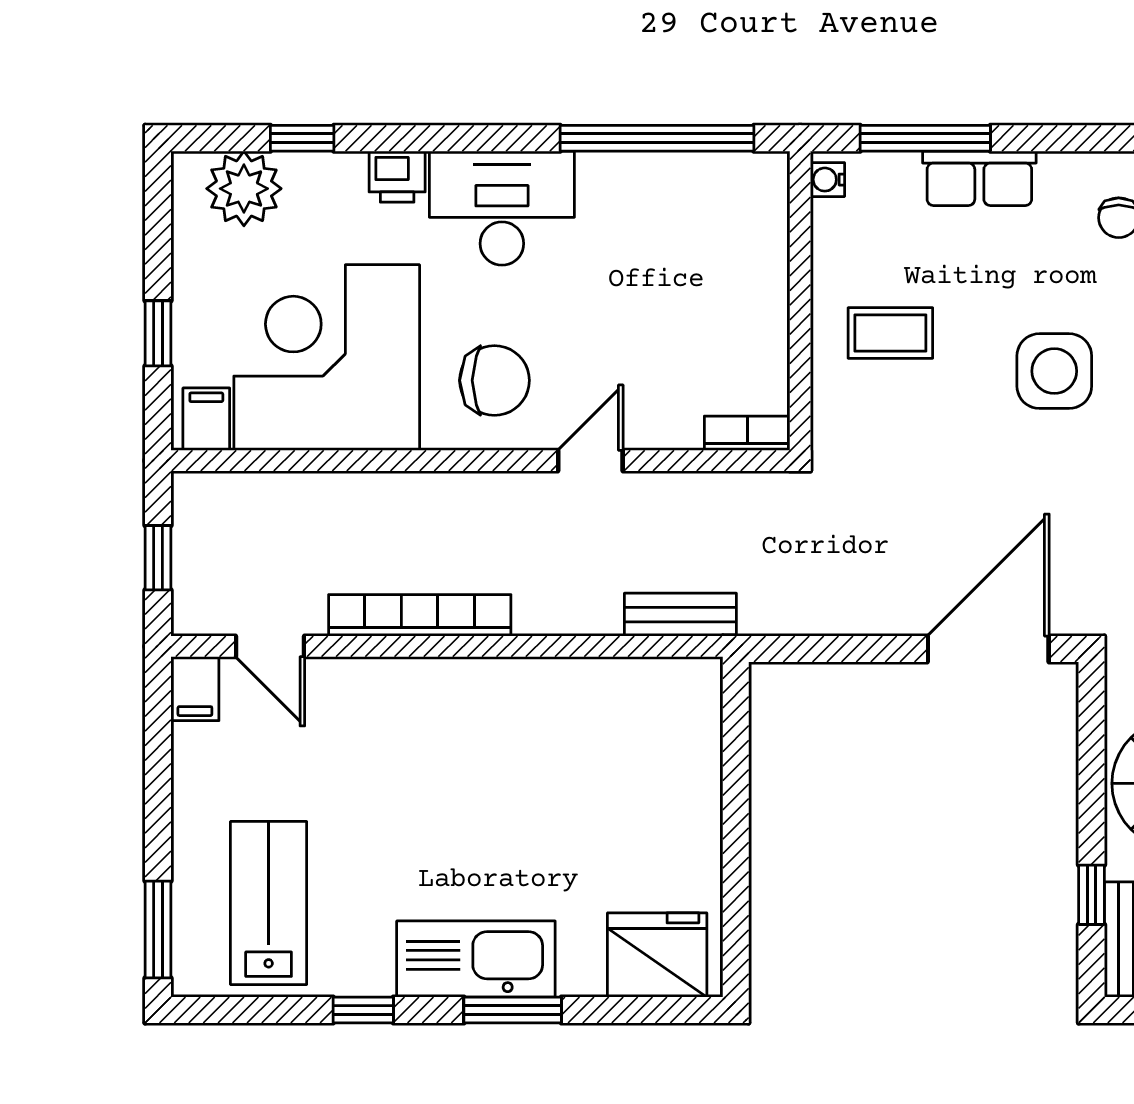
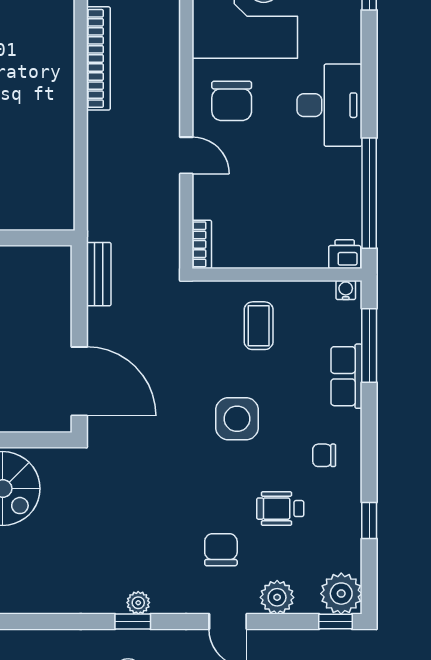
printer: (397, 177) -> (345, 254), moved, turned 90
bench: (680, 615) -> (99, 274), moved

